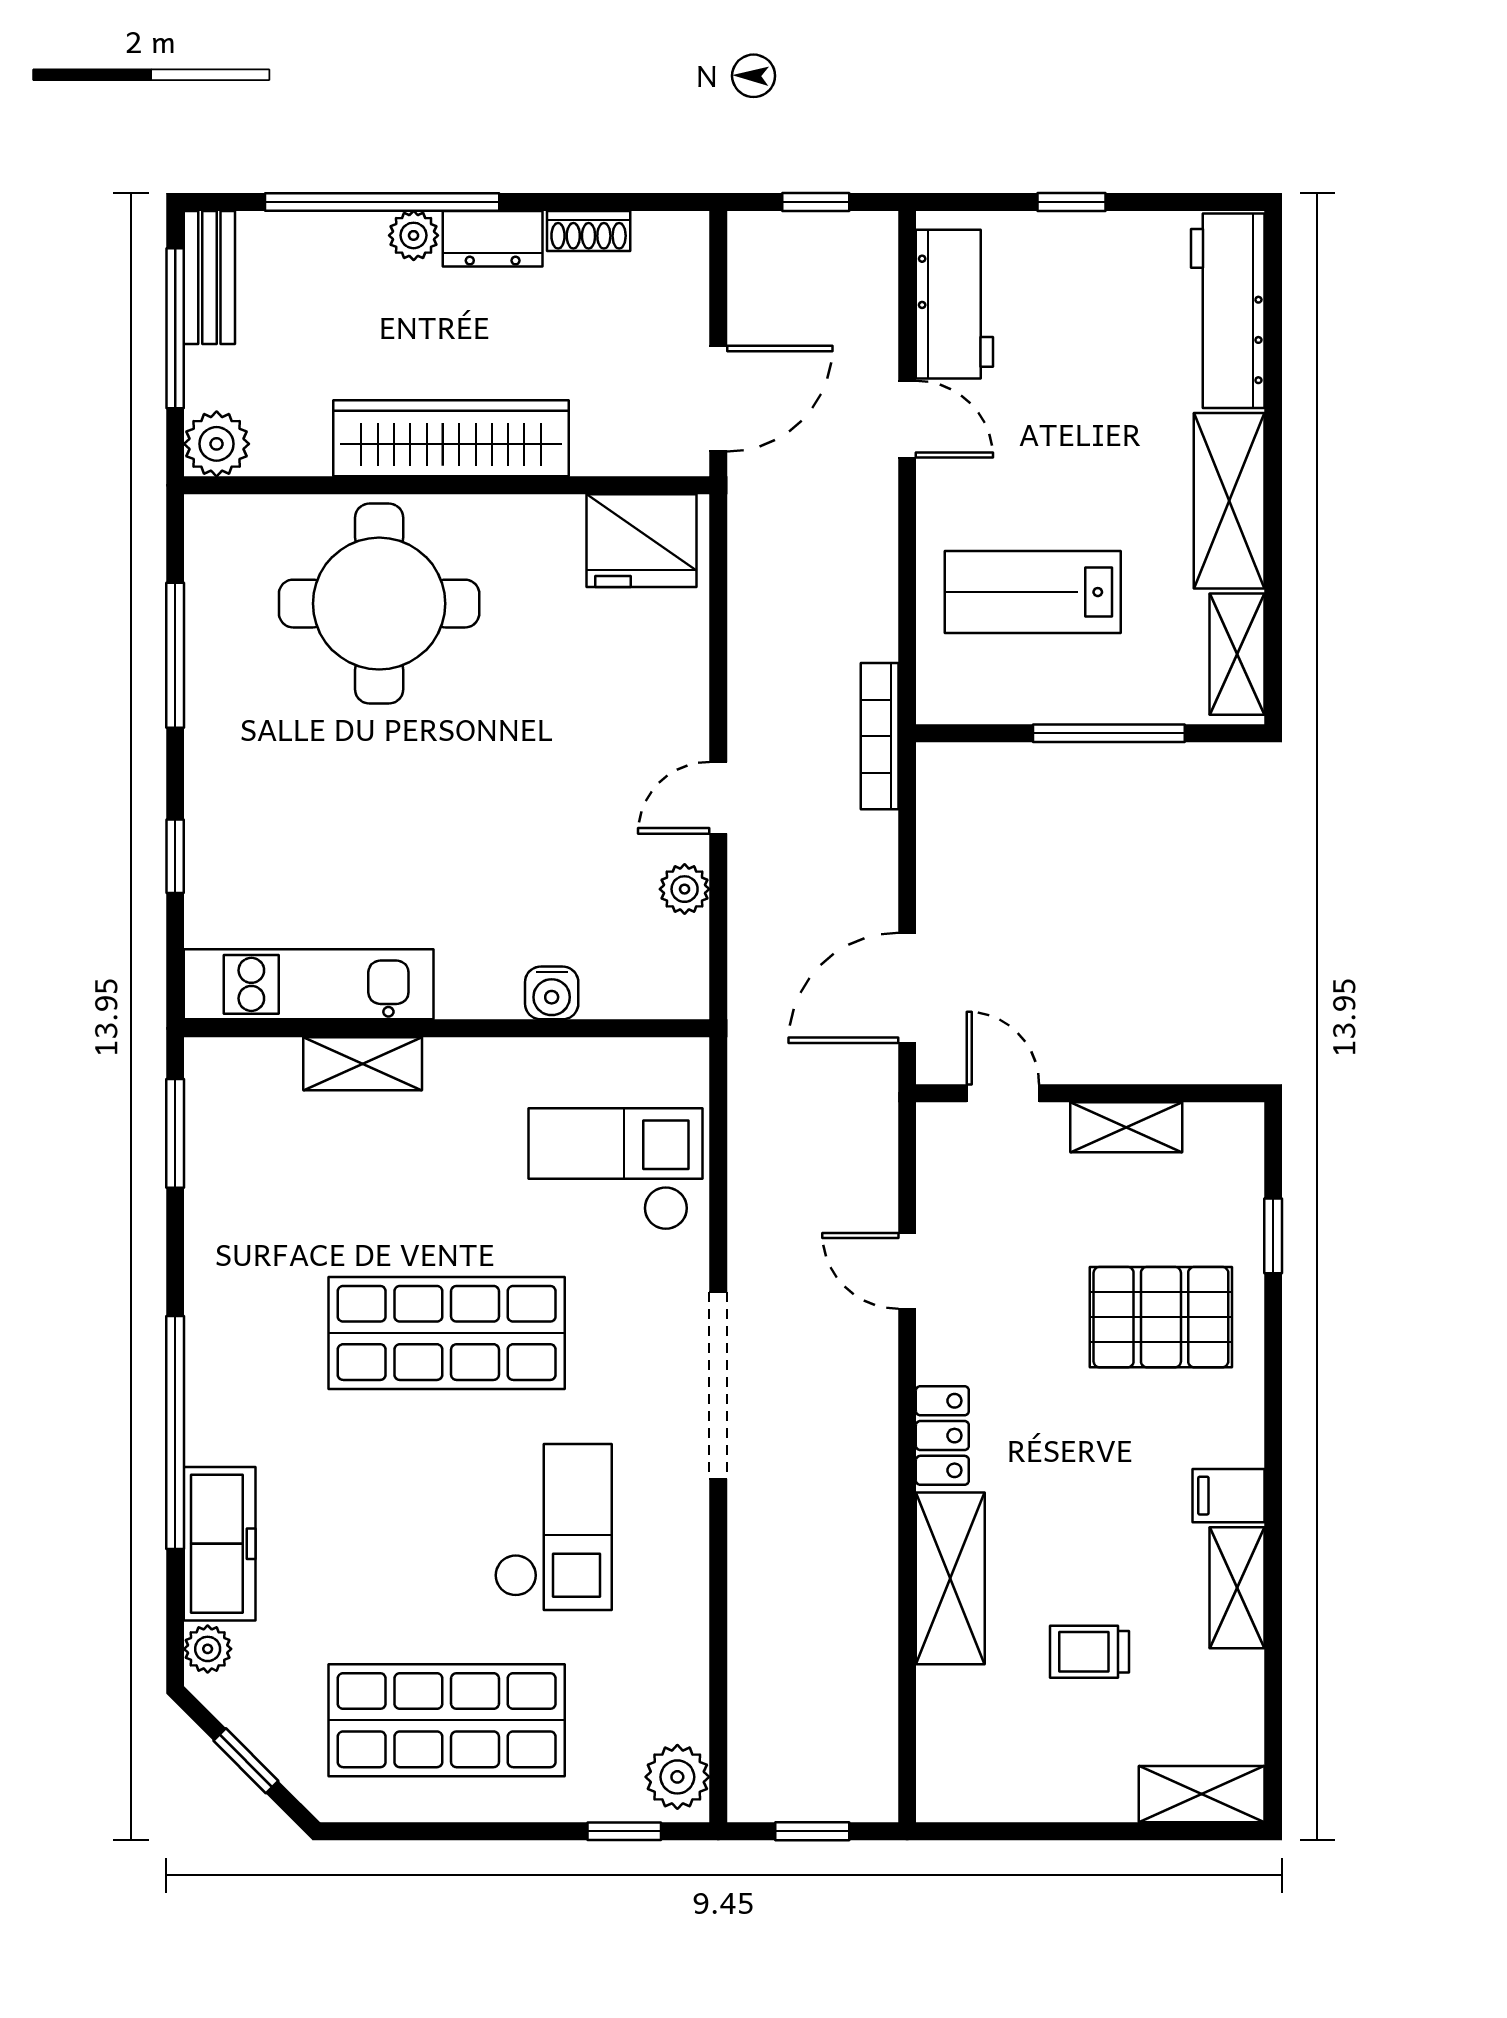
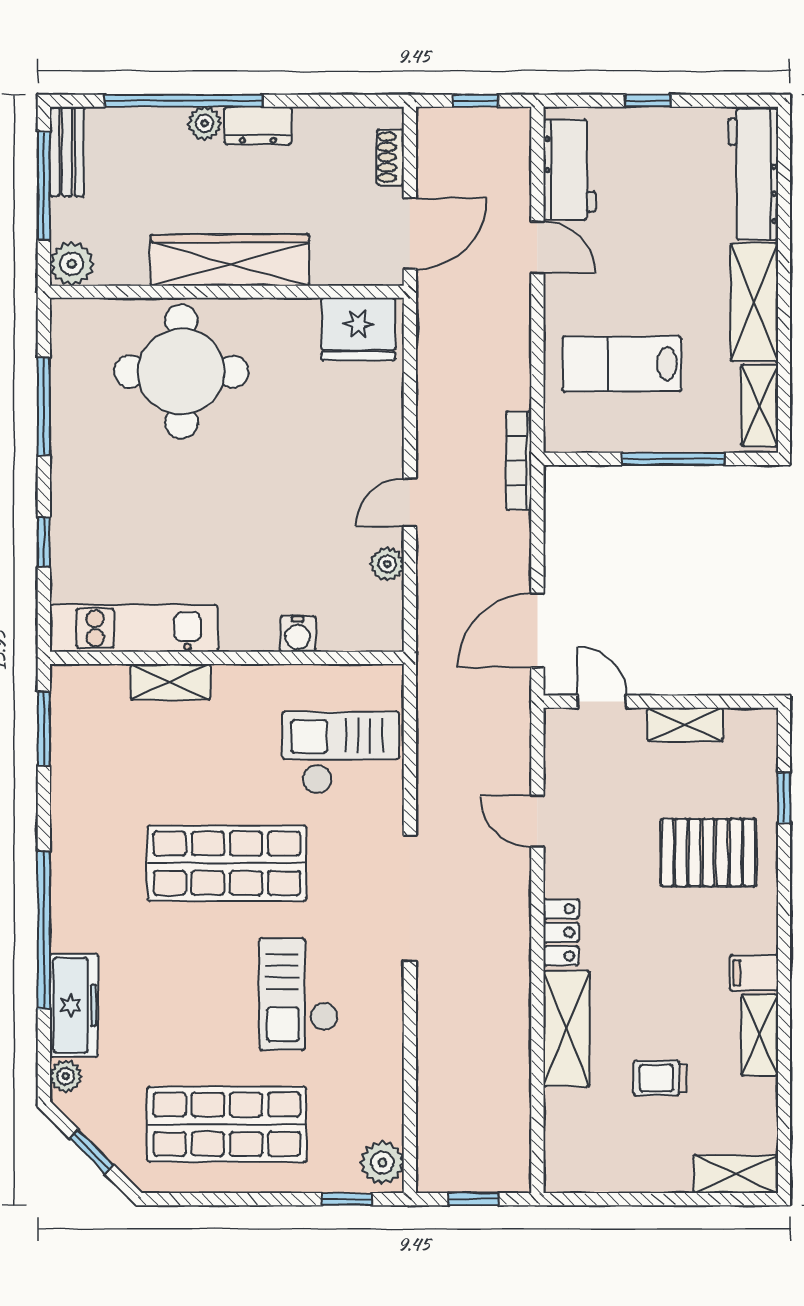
shoe rack: (589, 231) -> (390, 157), moved, turned 90
checkout: (553, 1527) -> (299, 994), turned 180

